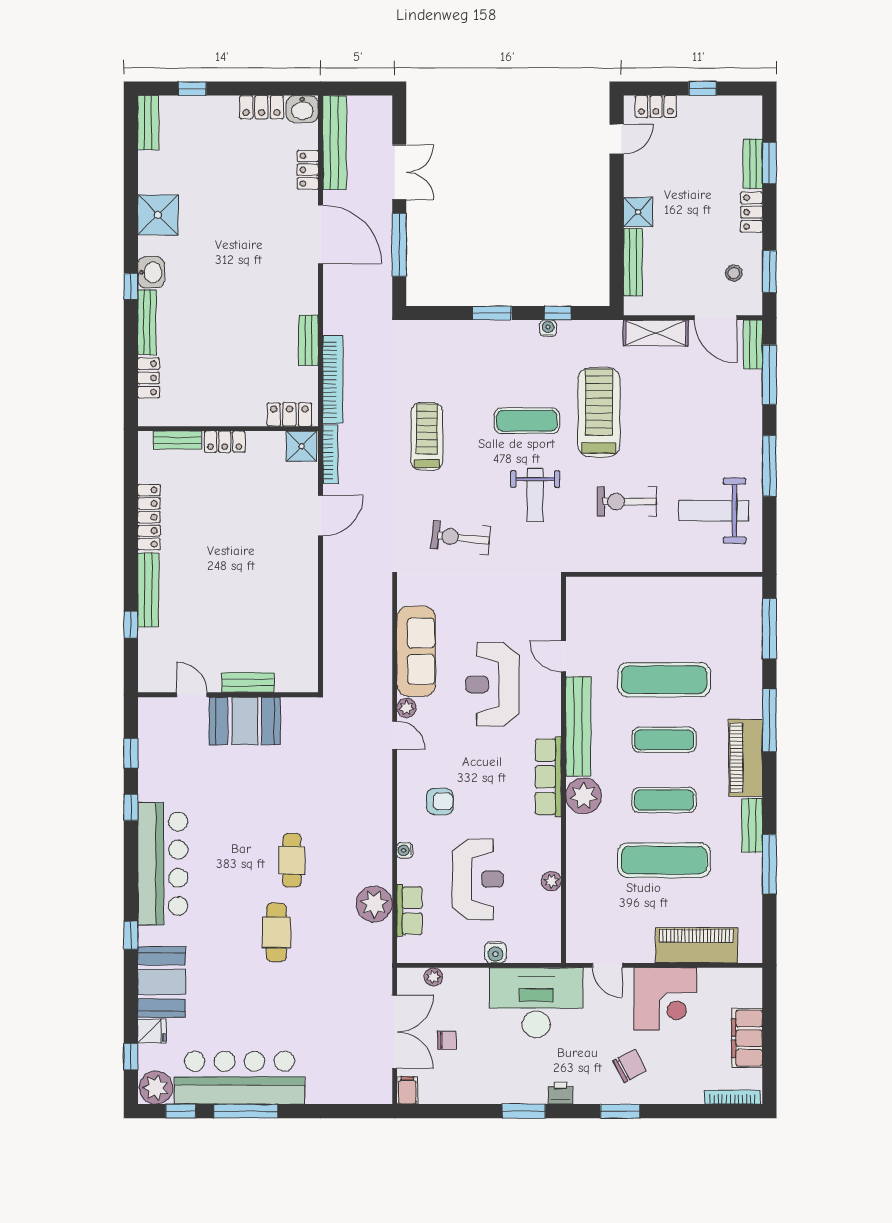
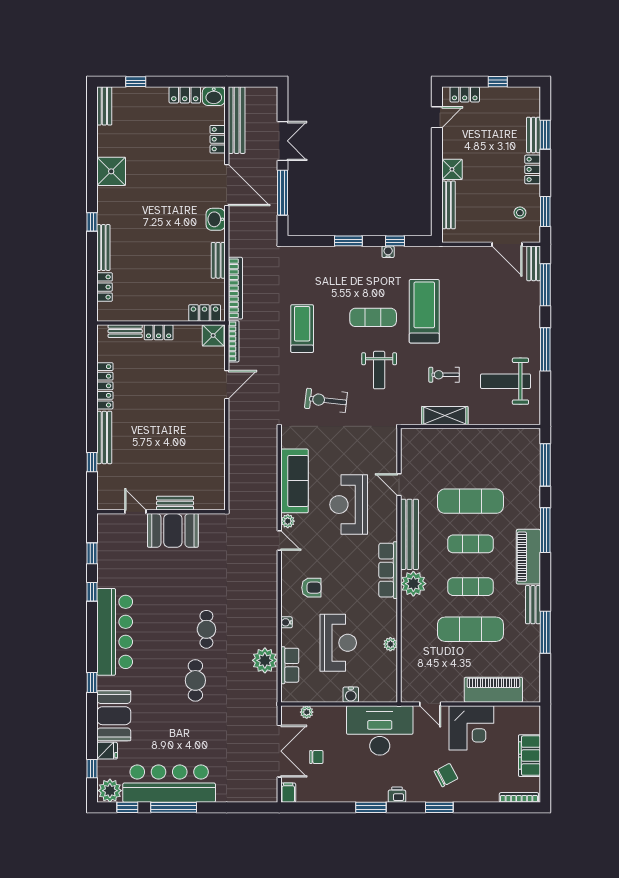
washbasin: (151, 272) -> (216, 219), moved, turned 180
shelving: (656, 333) -> (445, 416), moved
exercise bike: (627, 502) -> (444, 375), width x0.73, depth x0.72

